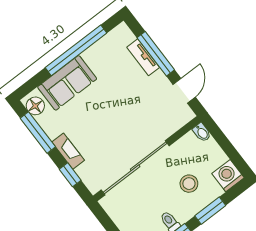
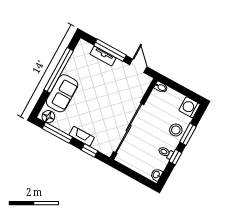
stool: (189, 184) -> (176, 130), moved

